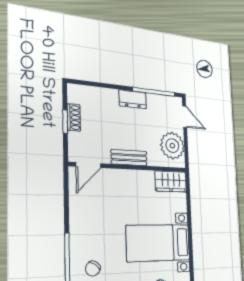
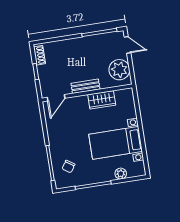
dresser: (133, 99) -> (83, 43), removed
shoe rack: (74, 117) -> (39, 55), moved
wardrobe: (171, 181) -> (102, 100), moved

